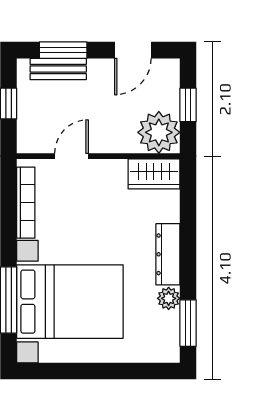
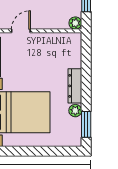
plant: (159, 132) -> (75, 23), width x0.53, depth x0.53
wardrobe: (154, 174) -> (67, 41), removed

